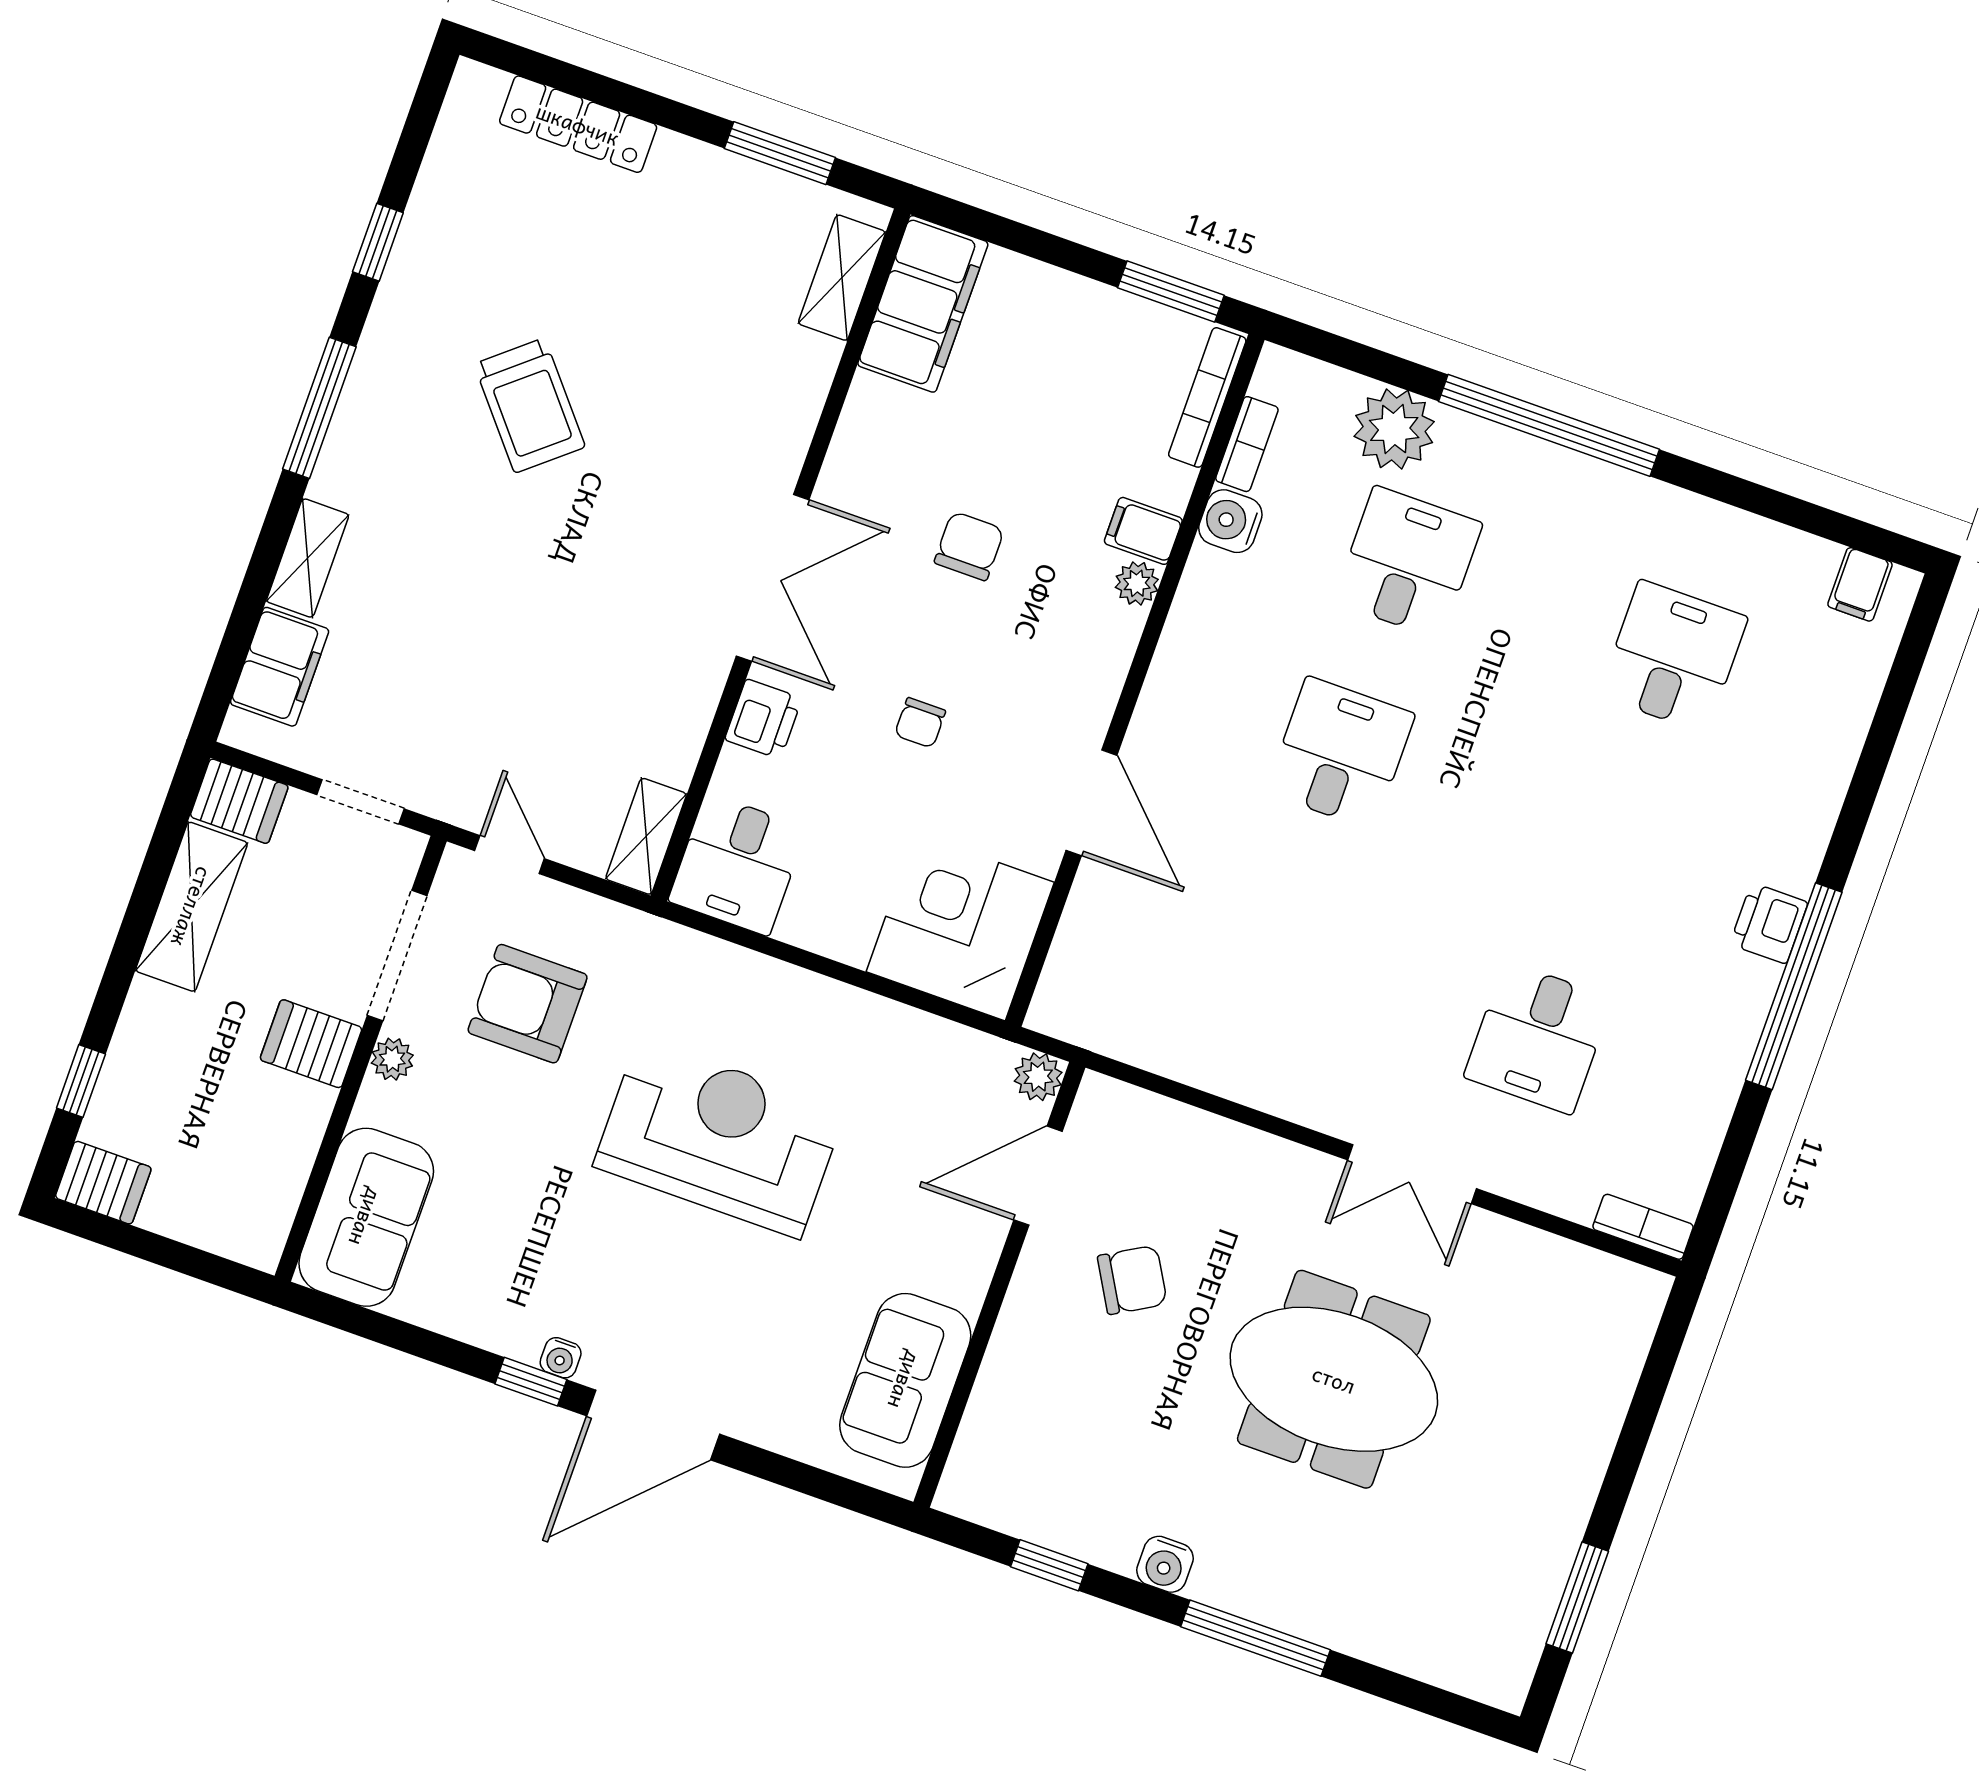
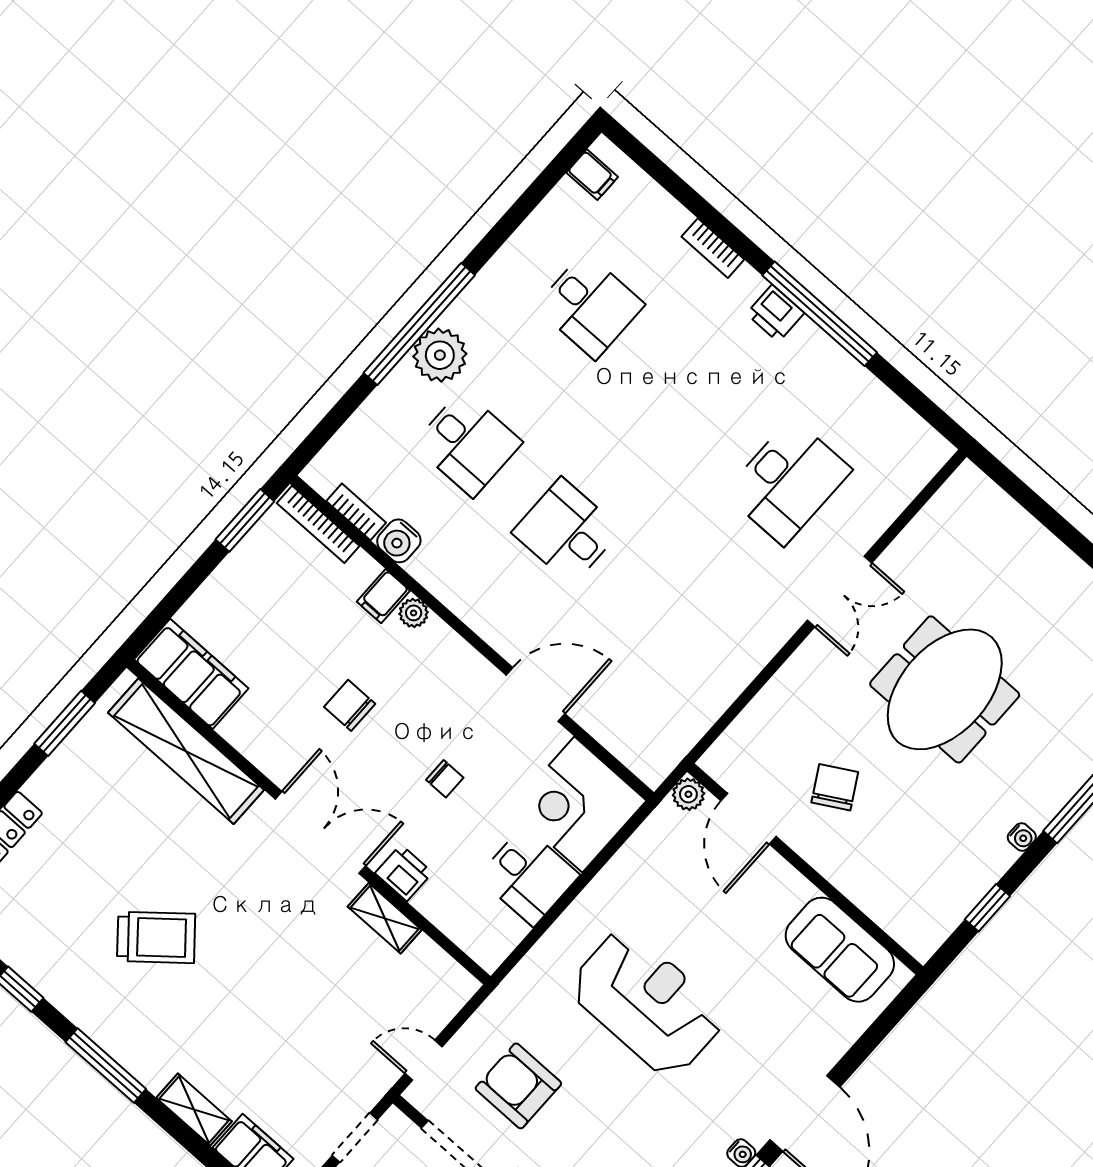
shelving: (842, 278) -> (186, 751), width x2.20, depth x1.33
plant: (1394, 429) -> (440, 355), moved
desk: (1408, 563) -> (468, 443), turned 180
desk: (1673, 656) -> (590, 306), turned 180
shelving: (646, 836) -> (385, 918), moved
desk: (737, 864) -> (528, 876), moved
armchair: (528, 1004) -> (518, 1086), turned 90
desk: (1538, 1038) -> (788, 481), width x1.37
reception desk: (719, 1138) -> (647, 1003), turned 90
bookcase: (1643, 1227) -> (713, 248), moved, turned -90
water cooler: (1165, 1564) -> (1022, 837), width x0.72, depth x0.72

